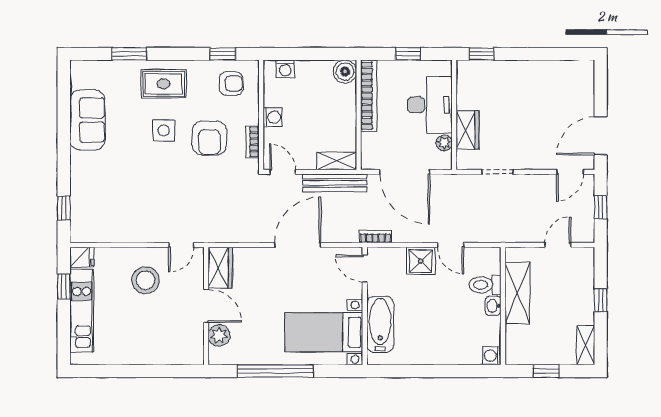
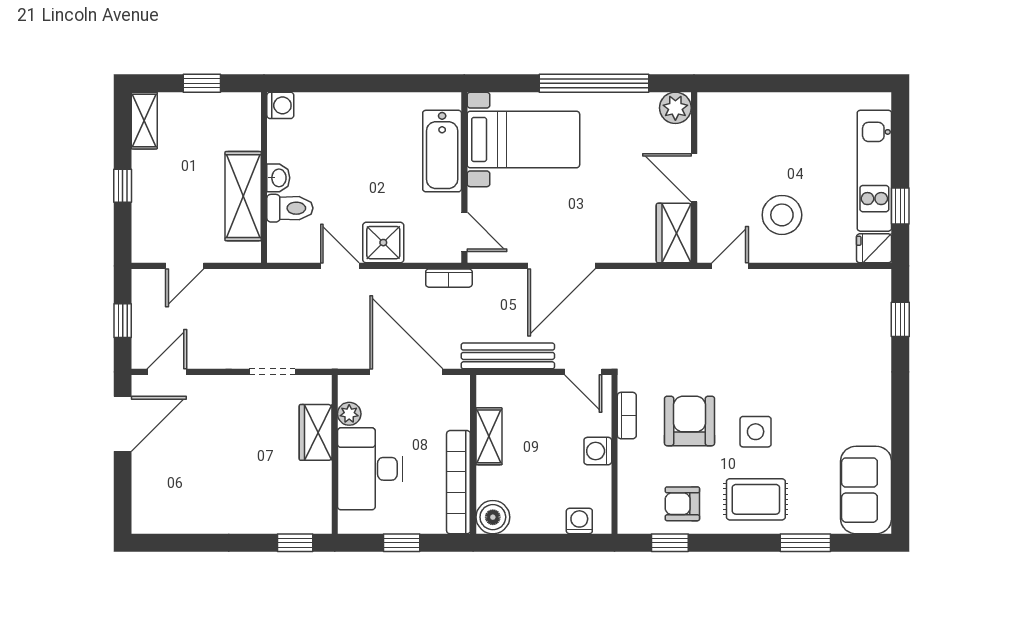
armchair: (231, 84) -> (682, 504), moved
sofa: (87, 120) -> (866, 490), moved
shelving: (337, 161) -> (489, 436), moved, turned 90
plant: (219, 335) -> (675, 108), moved

